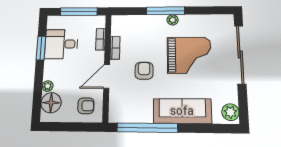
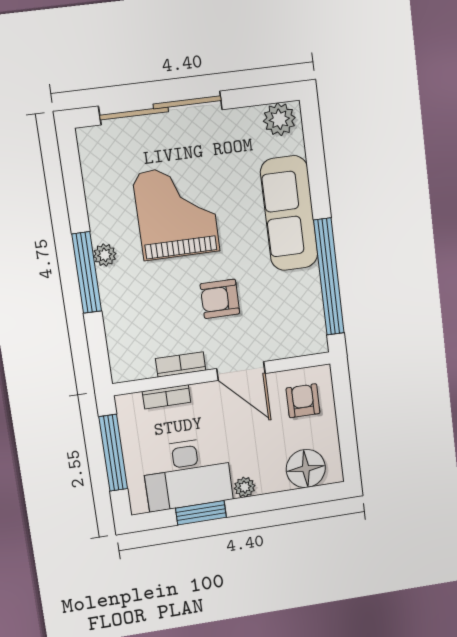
desk: (61, 44) -> (187, 474), width x1.37
plant: (48, 86) -> (245, 487), moved

